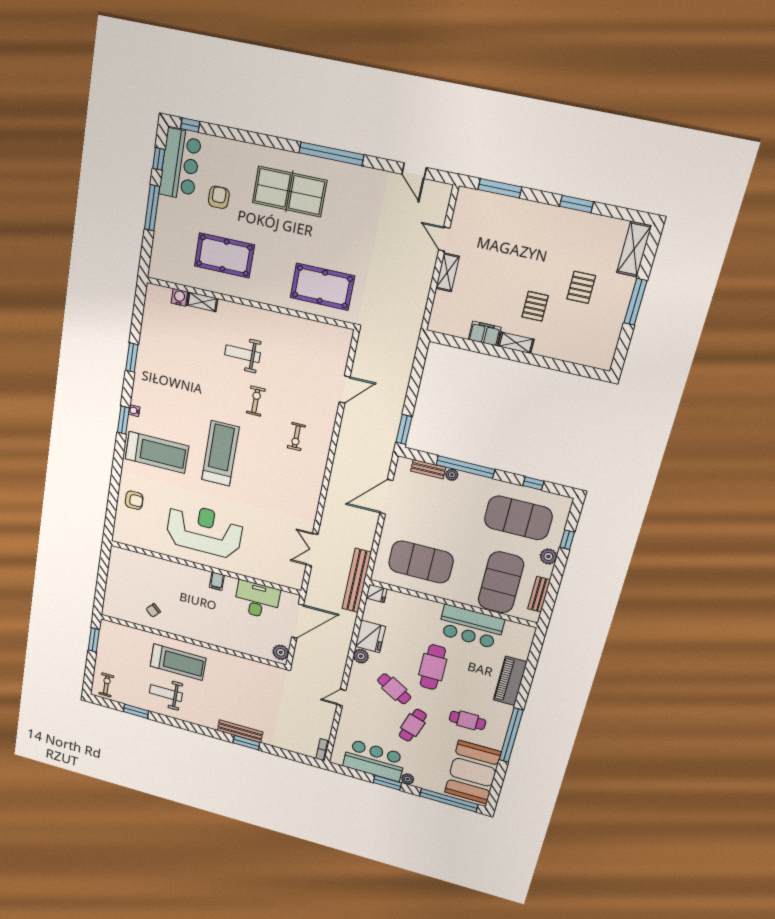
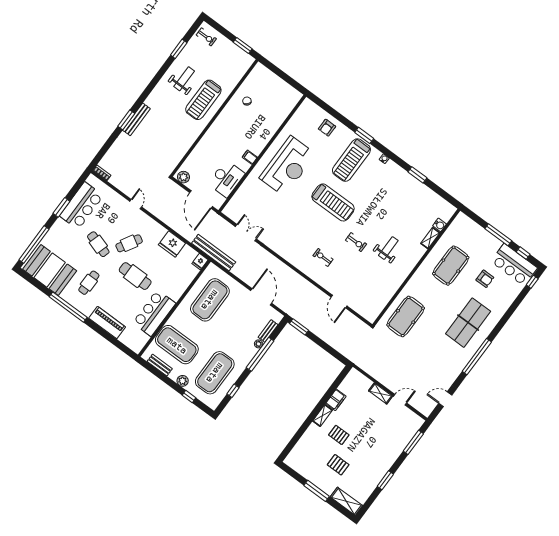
window: (123, 420) -> (364, 135), moved
plant: (361, 656) -> (160, 231), removed
plant: (408, 779) -> (60, 223), removed

